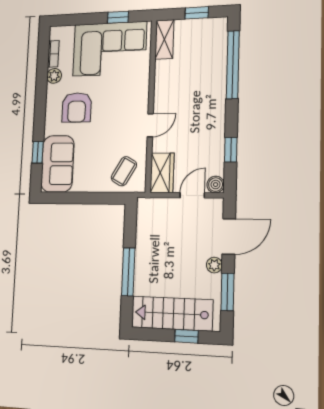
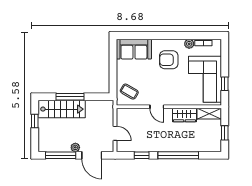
window: (233, 65) -> (178, 155), moved
window: (38, 152) -> (141, 36), removed
wardrobe: (162, 173) -> (184, 115), moved
boiler: (216, 185) -> (121, 147), removed
window: (227, 292) -> (61, 155), width x1.44
stairs: (172, 314) -> (62, 109), moved, turned 90
window: (186, 336) -> (35, 121), moved

